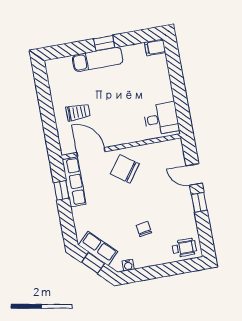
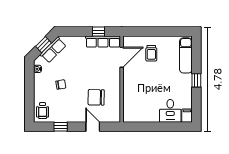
exam couch: (98, 59) -> (186, 55), moved
desk: (161, 119) -> (170, 111), moved
chair: (125, 169) -> (96, 97), moved, turned -125
door: (194, 174) -> (93, 127), hinge flipped
window: (199, 202) -> (61, 127), moved

